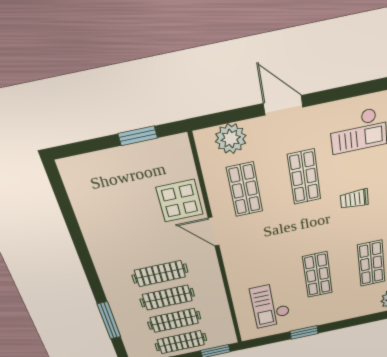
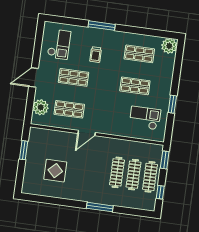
display table: (180, 201) -> (55, 171), moved
clothes rail: (160, 274) -> (101, 170), removed
checkout: (270, 305) -> (145, 118), turned 180
window: (109, 321) -> (100, 207), moved

